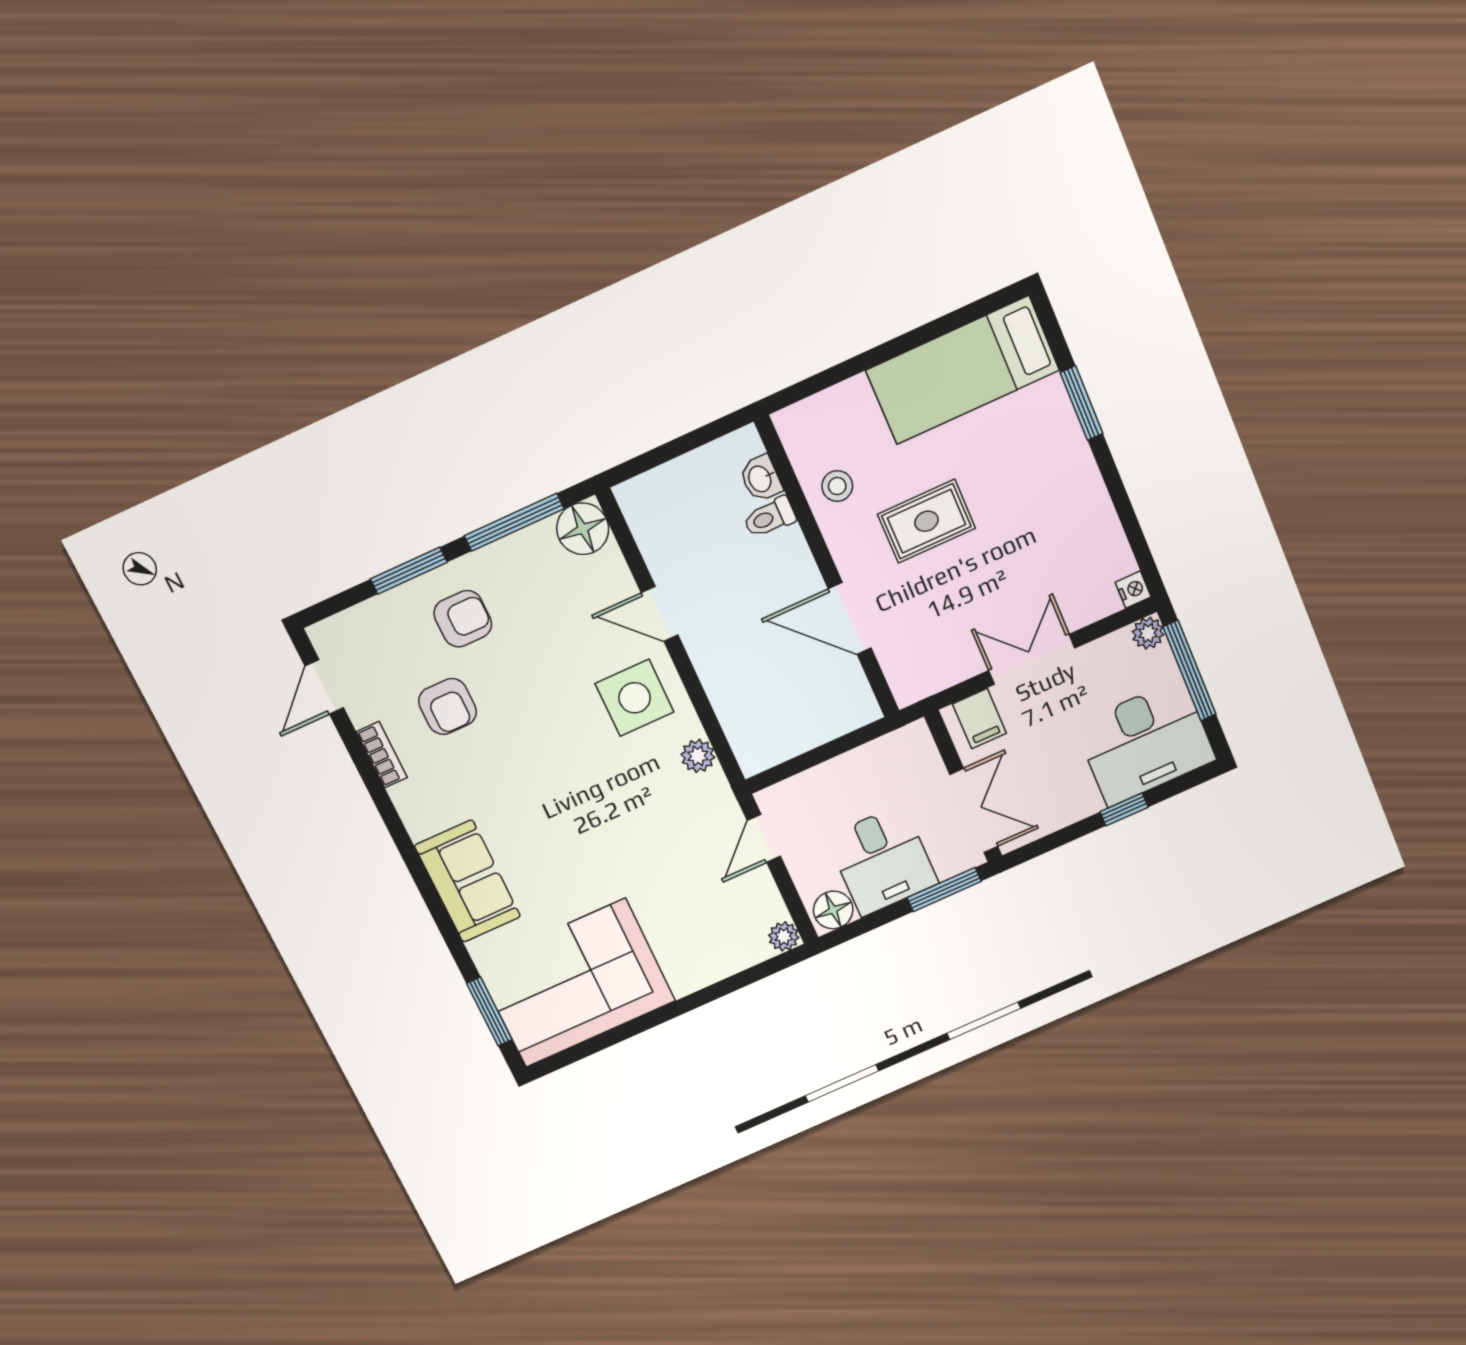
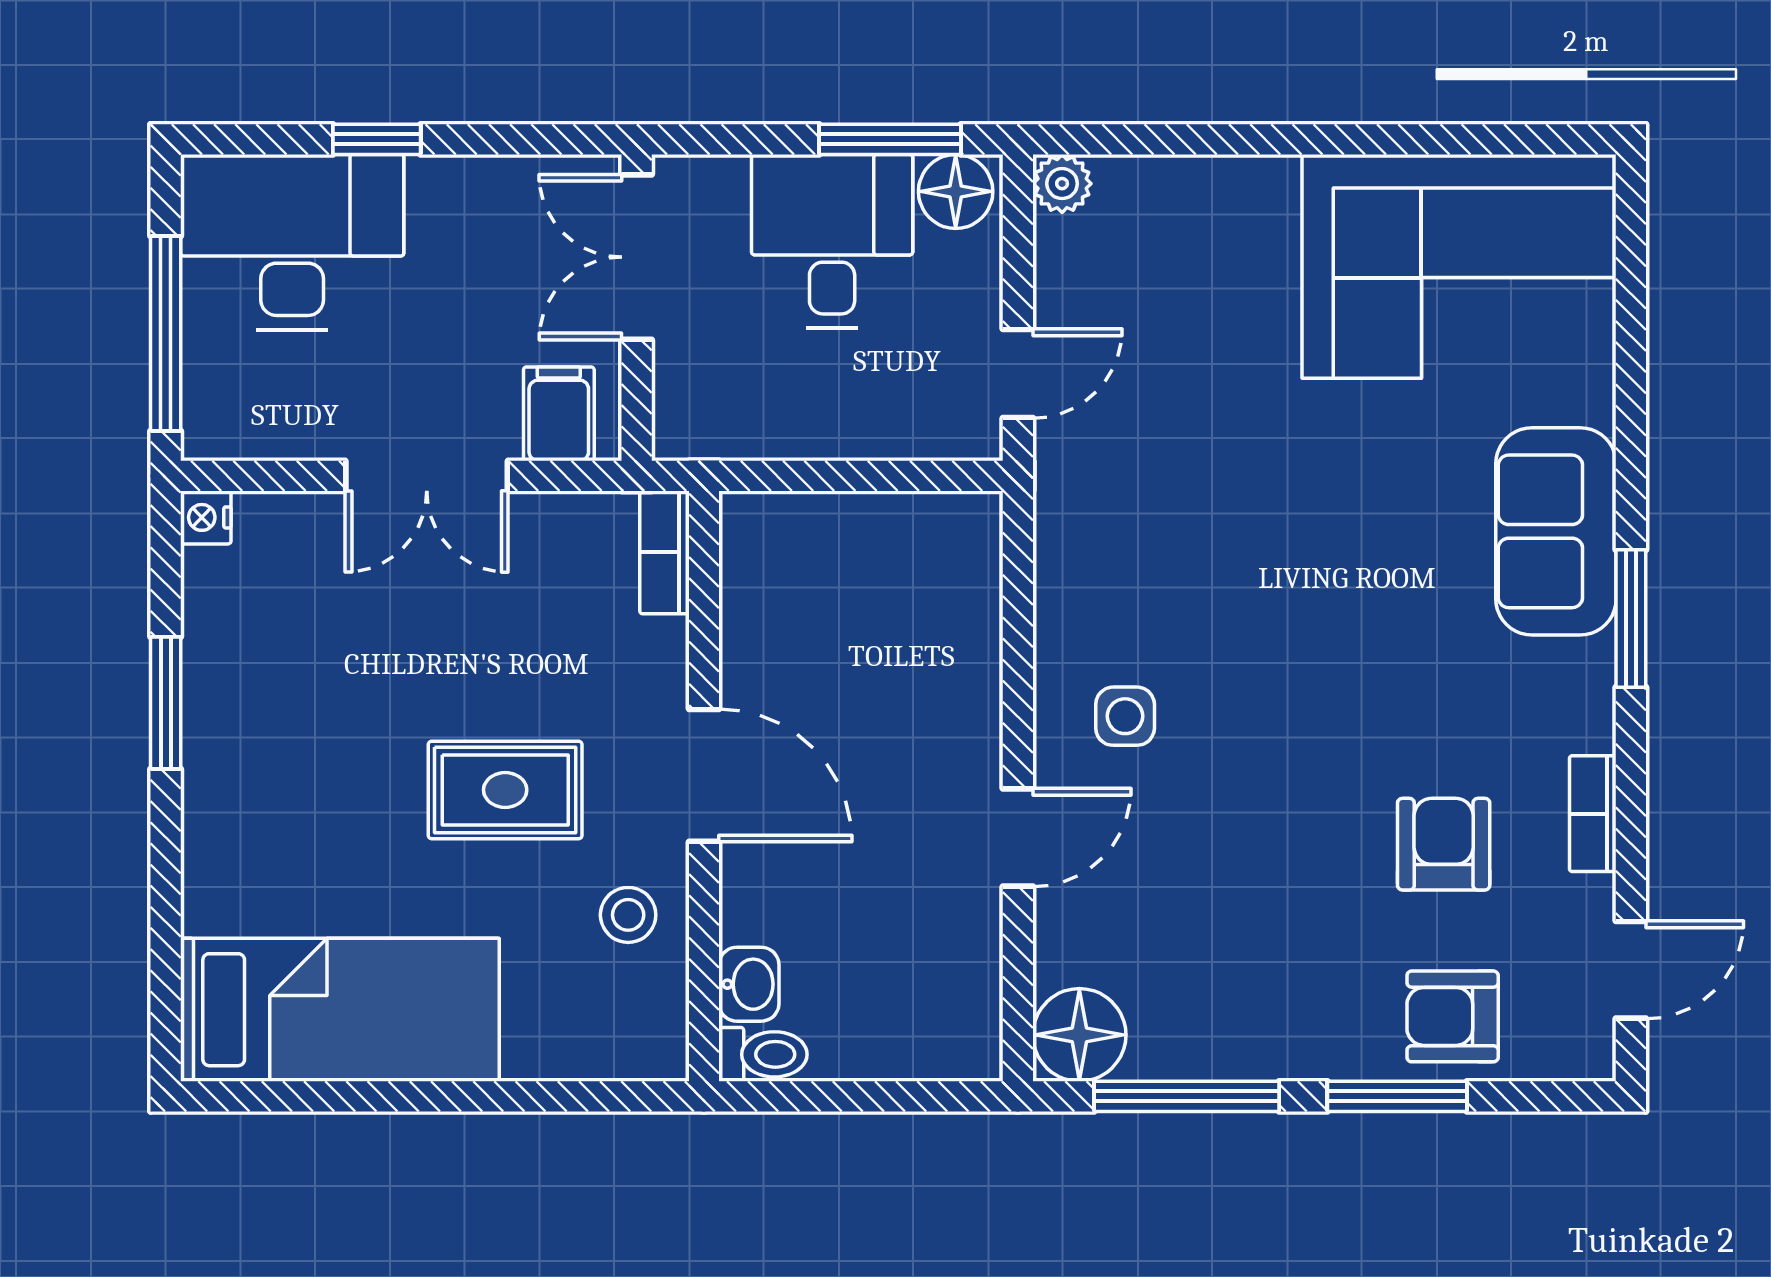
window: (1081, 403) -> (166, 703), moved
toilet: (770, 517) -> (763, 1054), moved
door: (660, 614) -> (1018, 837), hinge flipped
armchair: (463, 619) -> (1453, 1016), moved
door: (850, 619) -> (704, 775), moved
plant: (1148, 633) -> (211, 431), removed
bookcase: (898, 675) -> (664, 552), added
side table: (635, 698) -> (1125, 716), width x0.54, depth x0.54
plant: (698, 756) -> (1065, 568), removed
window: (944, 890) -> (890, 139), moved
window: (489, 1011) -> (1631, 619), moved

